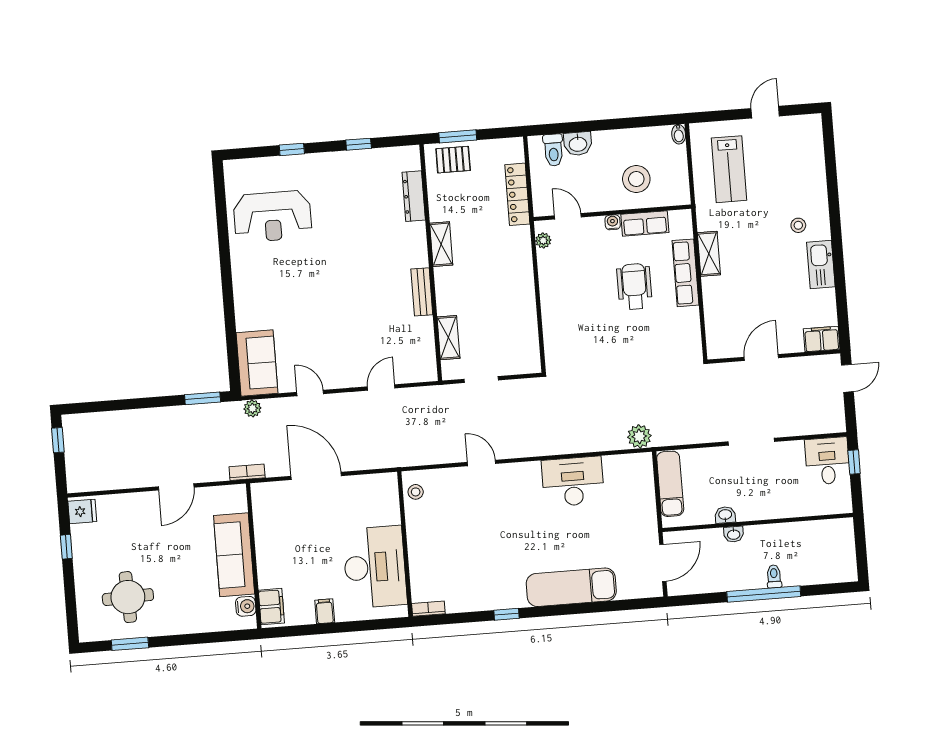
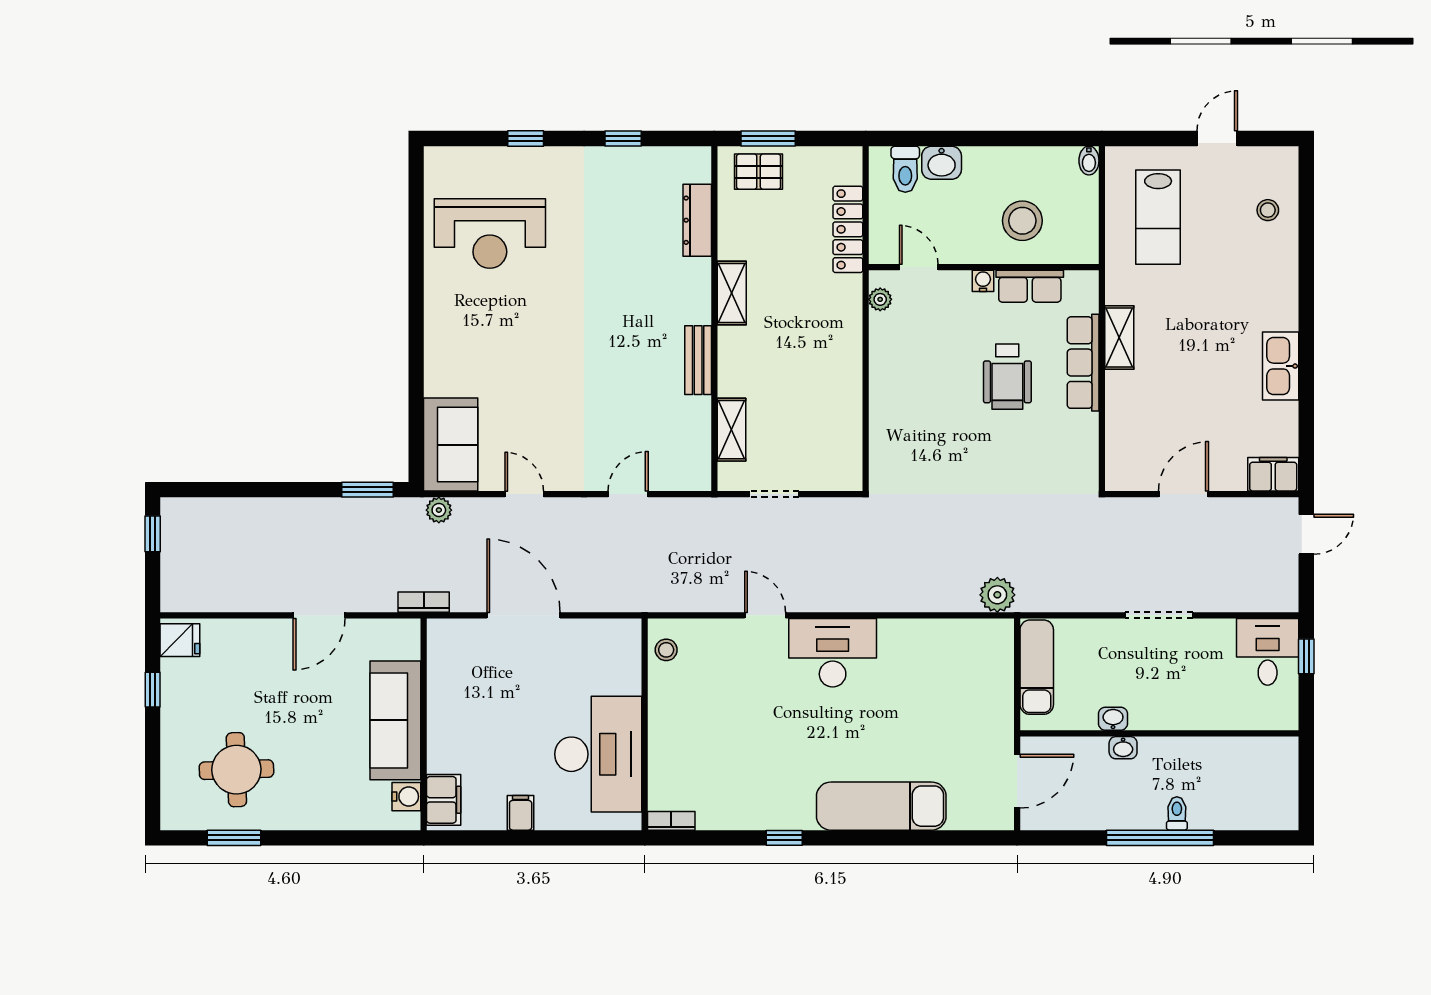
stool: (798, 225) -> (1268, 210), moved
wheelchair: (634, 286) -> (1007, 377), turned 180
desk: (573, 481) -> (833, 653), moved

